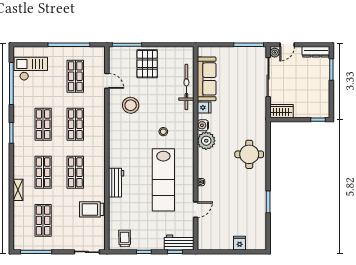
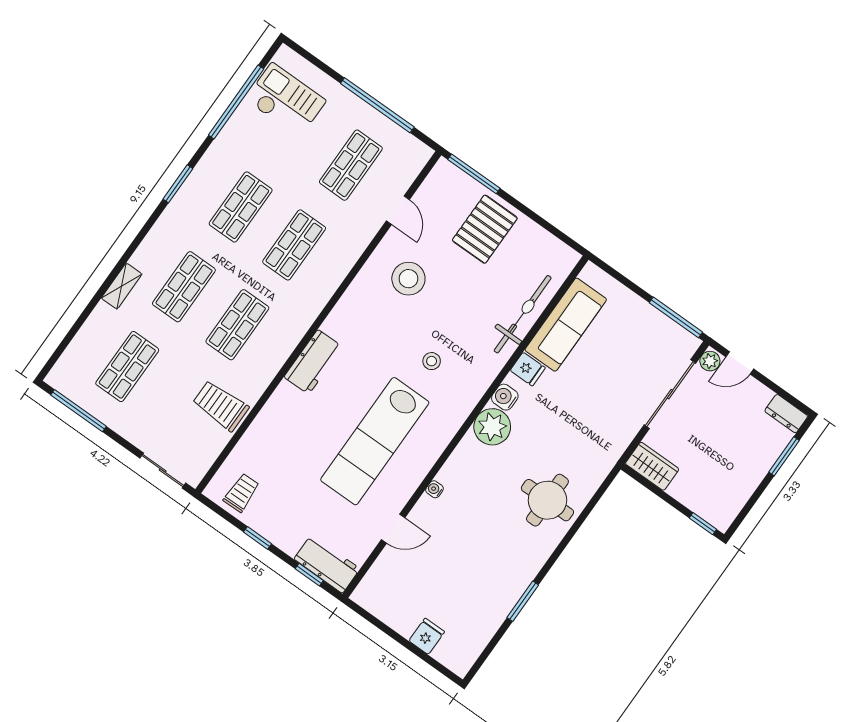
dresser: (316, 52) -> (786, 414), width x0.70
workbench: (116, 183) -> (313, 362), moved

